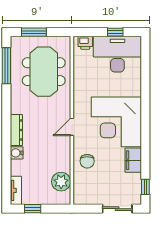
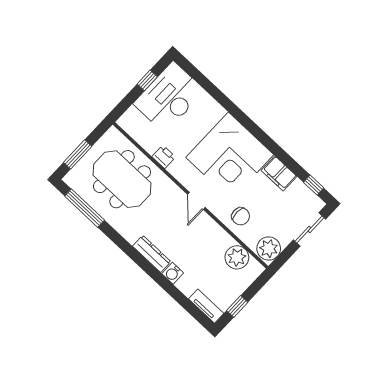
printer: (85, 43) -> (164, 157), moved, turned -90
plant: (84, 195) -> (269, 248), added

